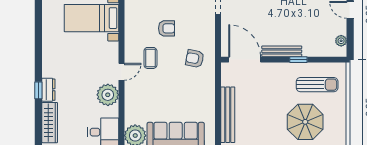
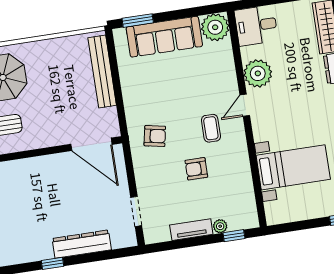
bench: (282, 51) -> (46, 162), removed
window: (298, 60) -> (24, 155), removed

